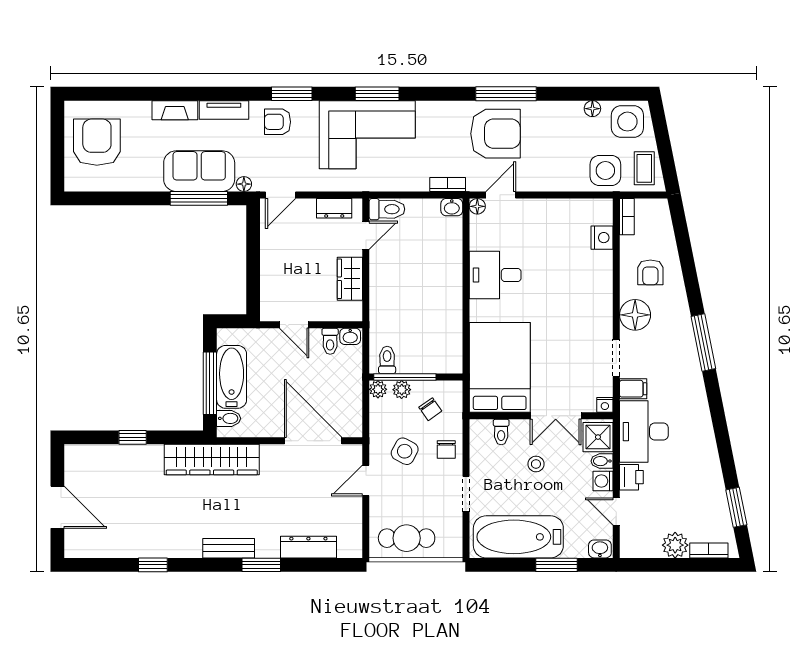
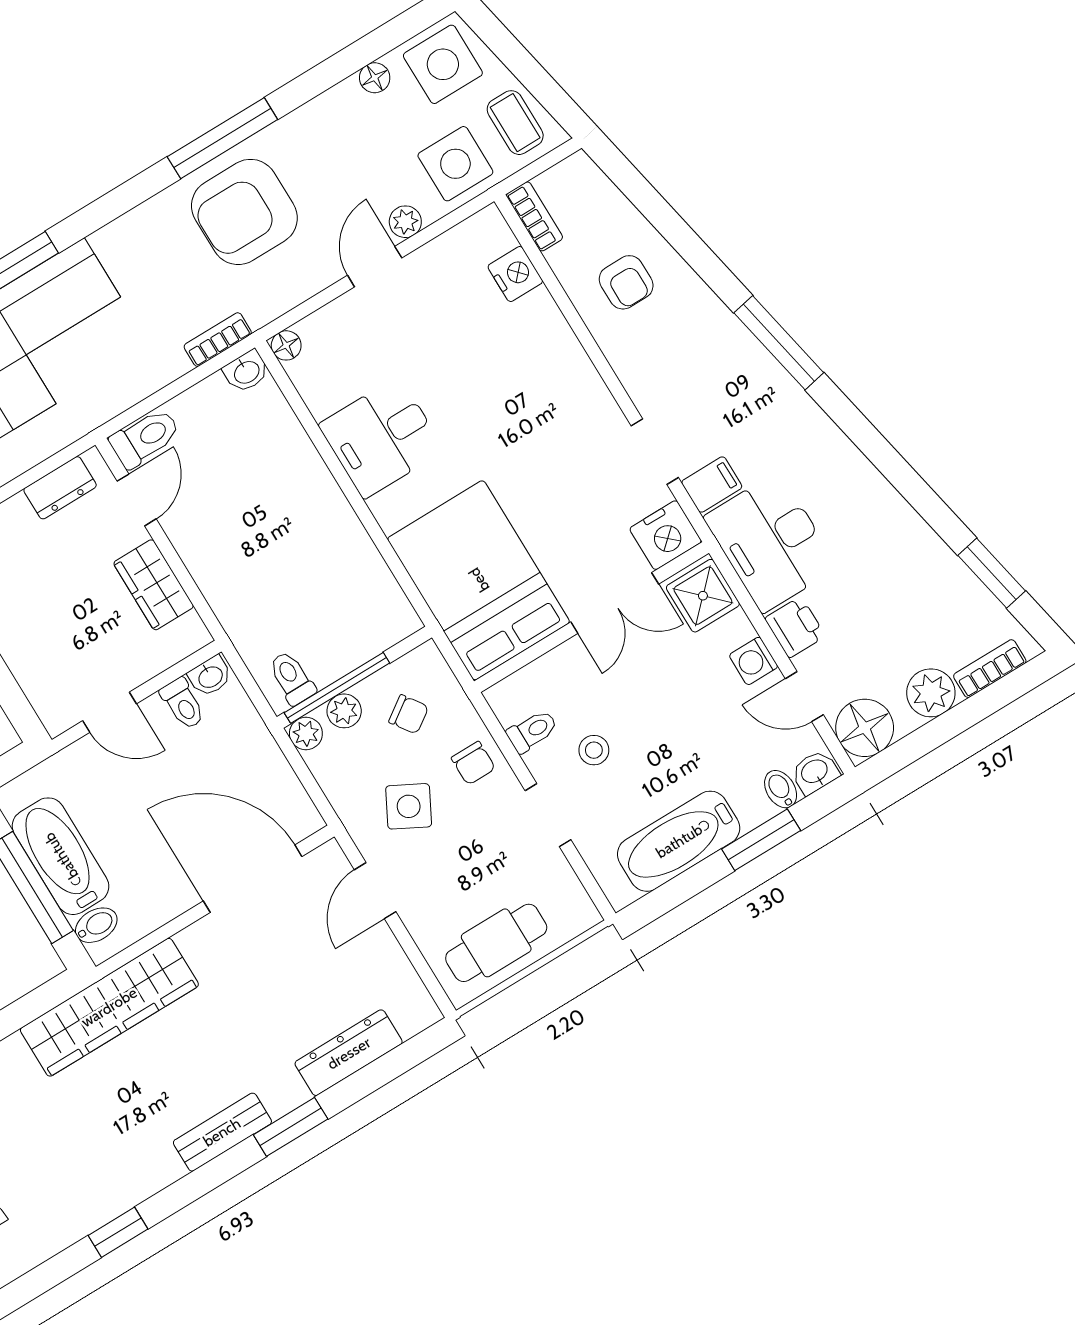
armchair: (495, 134) -> (244, 212), turned 180
plant: (566, 183) -> (405, 222), added
door: (501, 195) -> (375, 267), moved
floor lamp: (635, 315) -> (865, 728), moved
nightstand: (605, 405) -> (666, 535), width x1.89, depth x1.79
toilet: (501, 432) -> (532, 731), moved, turned -90
bidet: (602, 461) -> (781, 789), moved, turned 90
stool: (536, 464) -> (594, 750), moved
bathtub: (518, 537) -> (679, 841), width x0.73, depth x0.73

